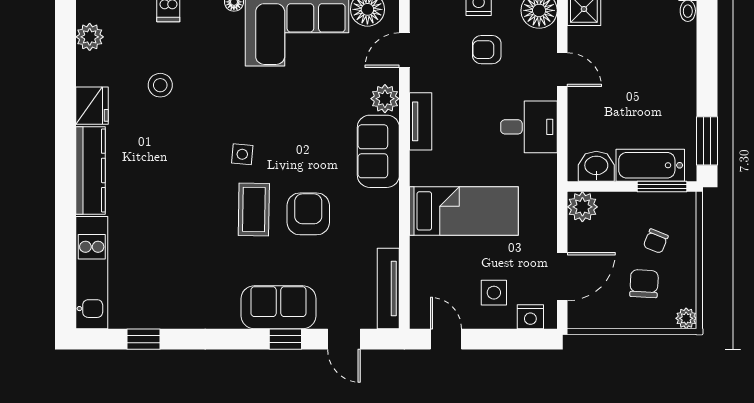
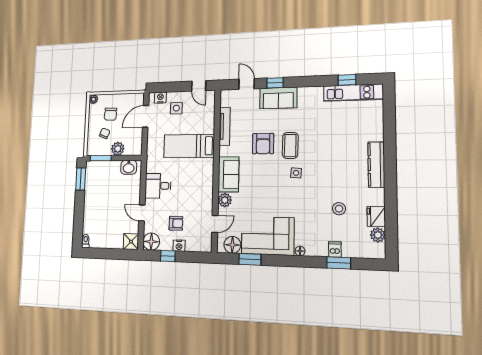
fridge: (92, 106) -> (376, 216), moved
tv unit: (421, 121) -> (208, 189), removed
bathtub: (650, 165) -> (105, 168), removed
plant: (582, 207) -> (118, 149), moved
kitchen unit: (92, 273) -> (353, 93), moved, turned -90
tv unit: (388, 289) -> (225, 126), moved

